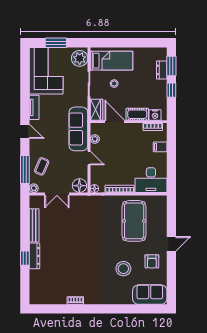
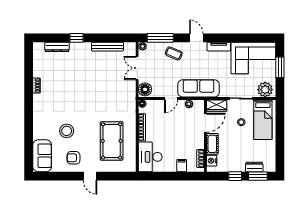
door: (25, 131) -> (196, 38), swing flipped
coffee table: (42, 166) -> (174, 53), moved
pool table: (134, 221) -> (112, 141), turned 90
dresser: (34, 256) -> (57, 47), moved

